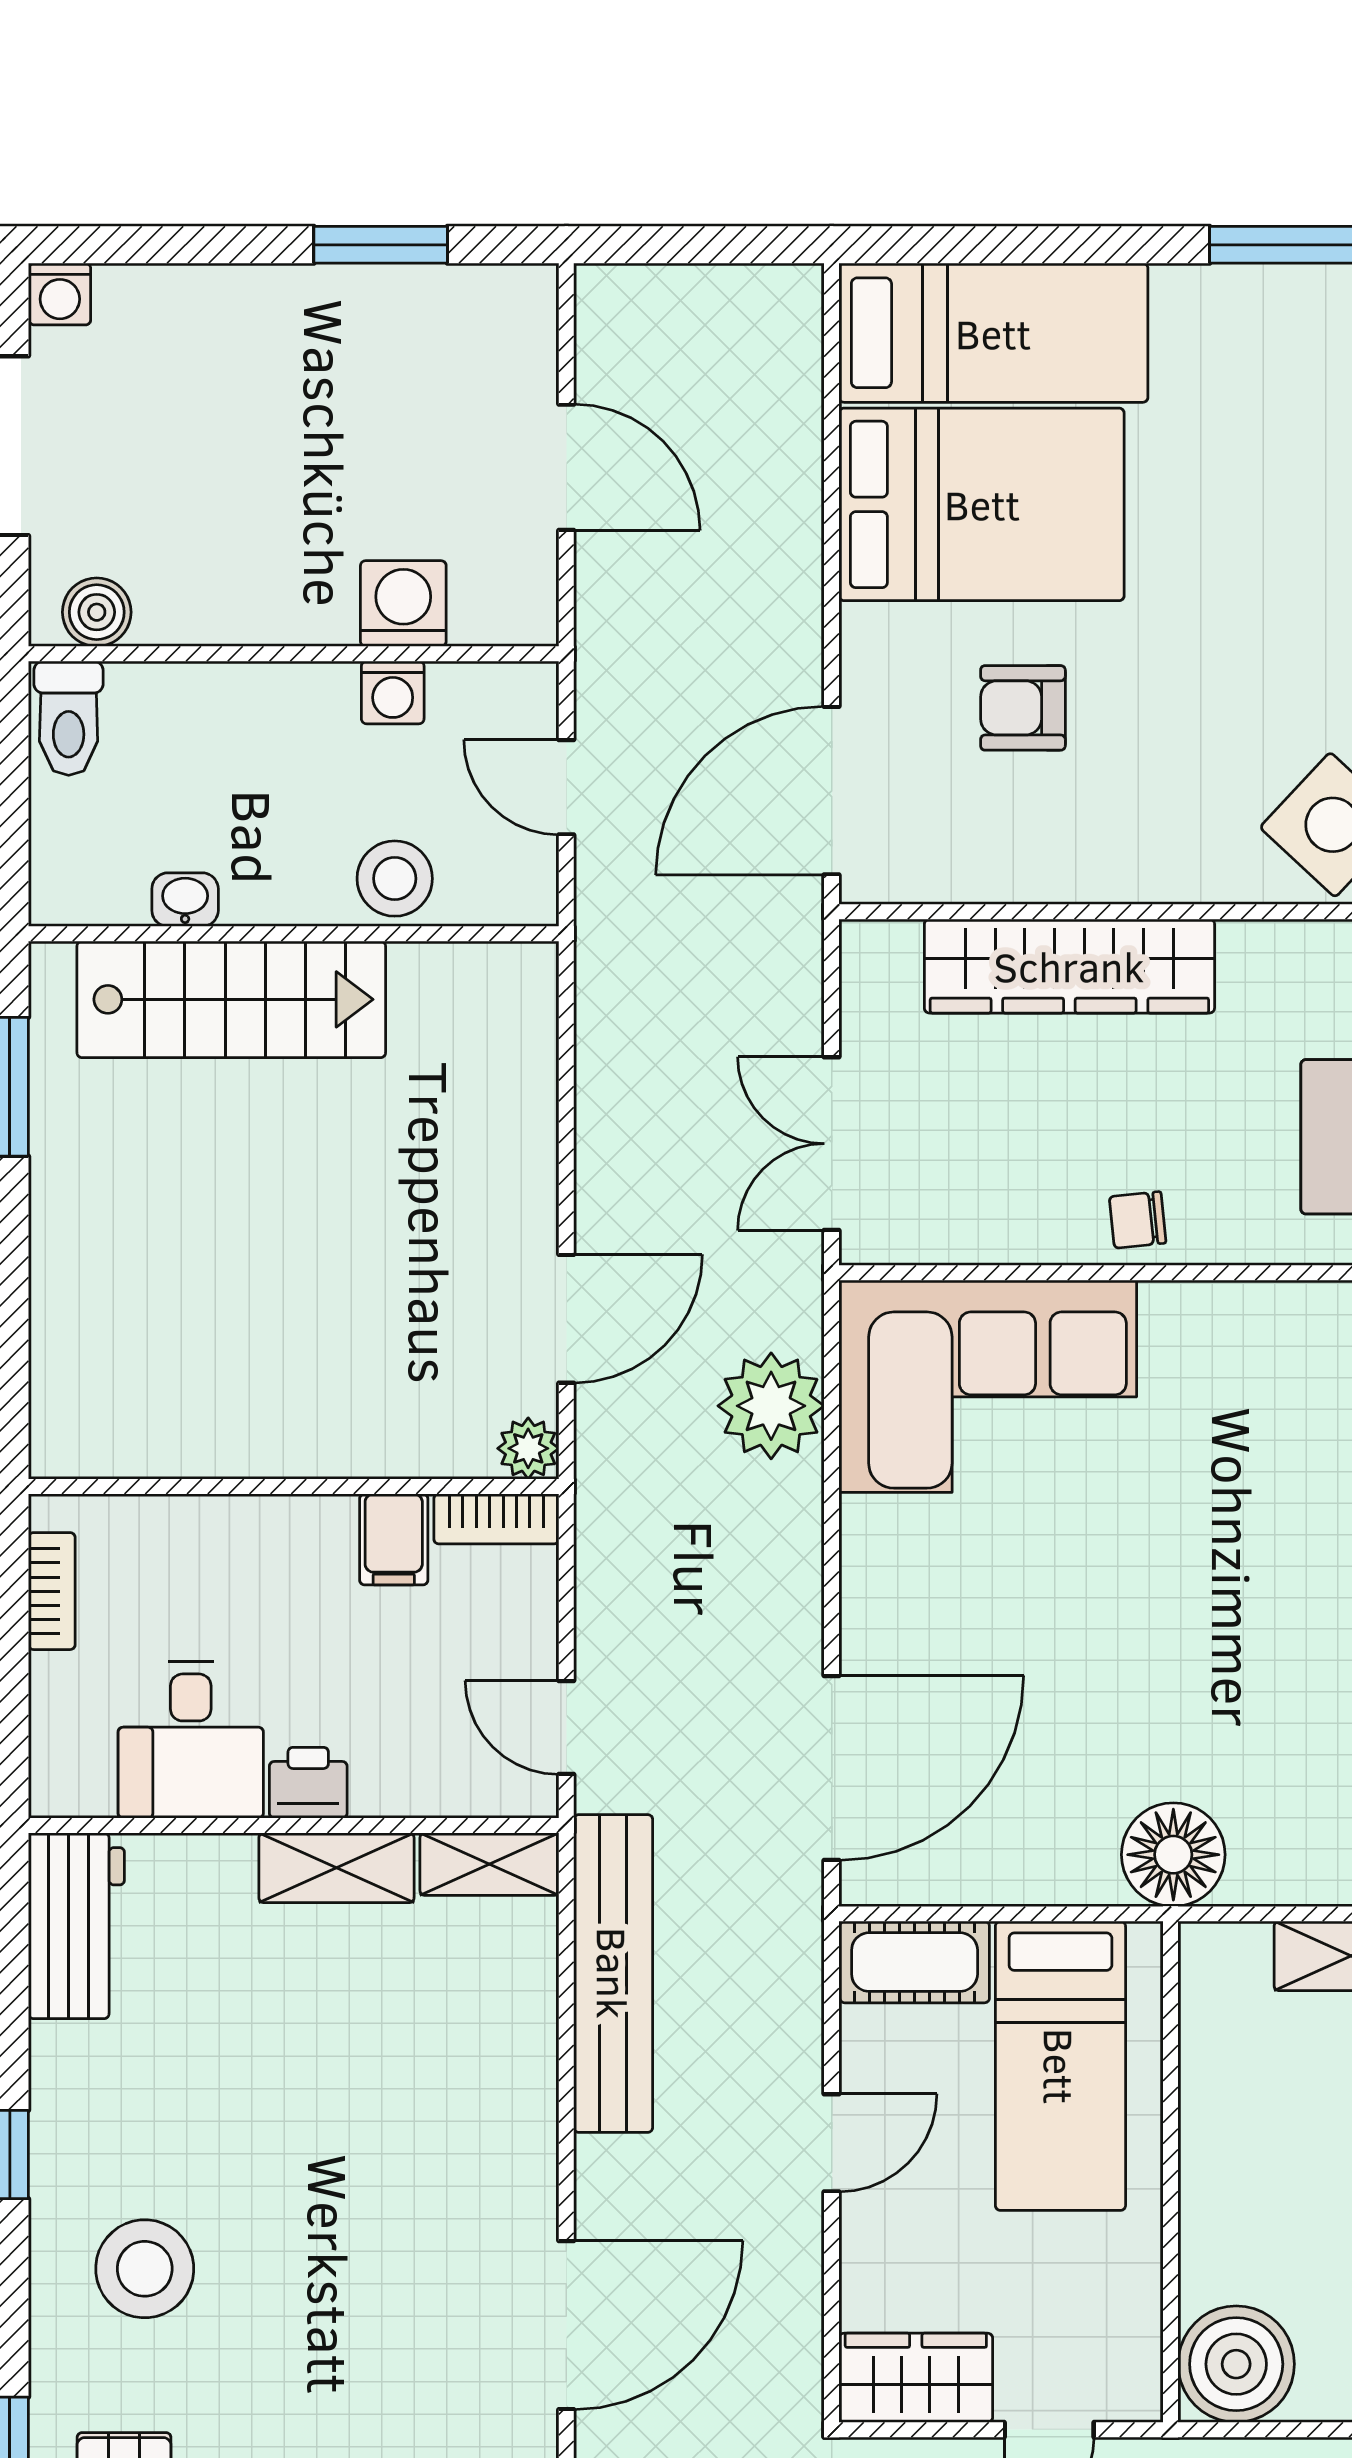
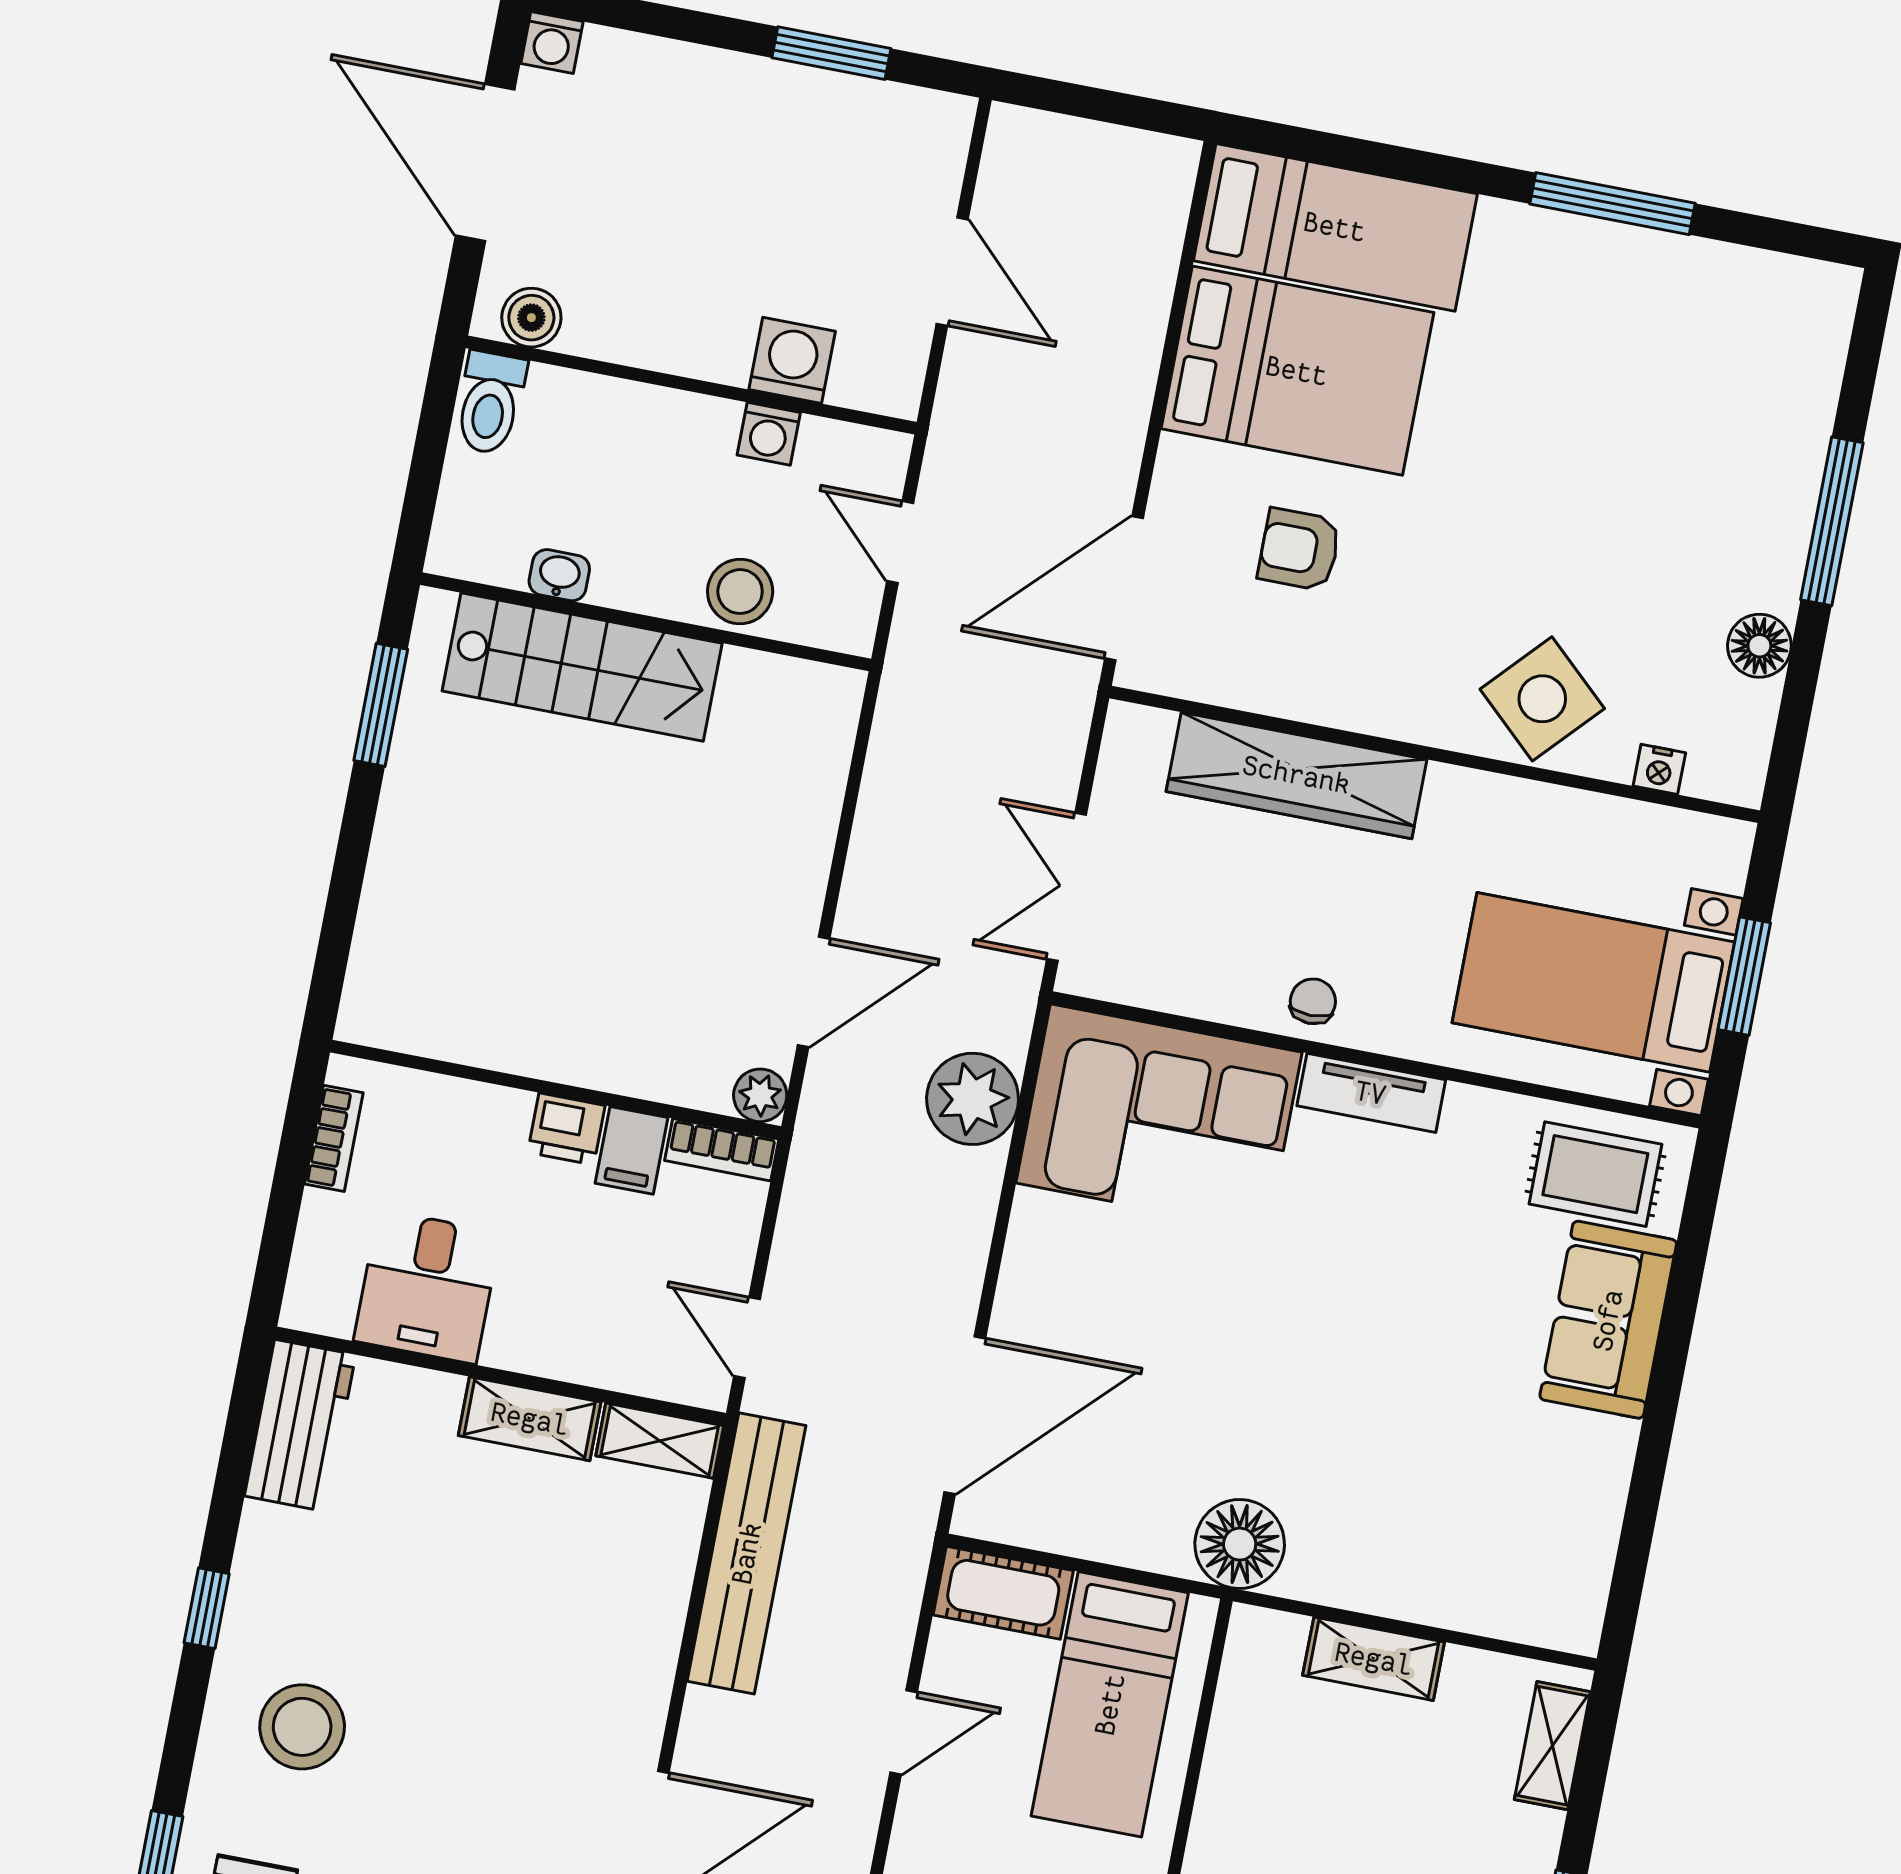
chair: (1138, 1220) -> (1313, 1001), turned 96
tv unit: (1224, 1311) -> (1371, 1093), added
printer: (308, 1783) -> (566, 1129), moved, turned 180

